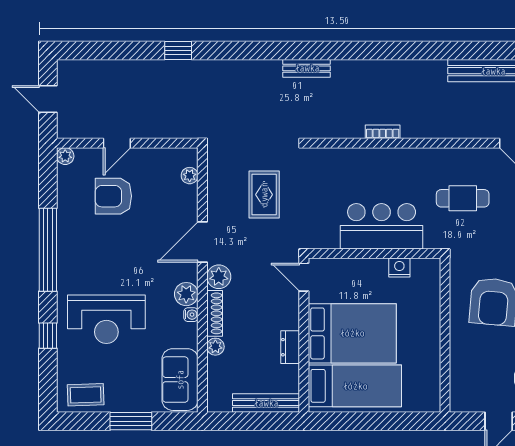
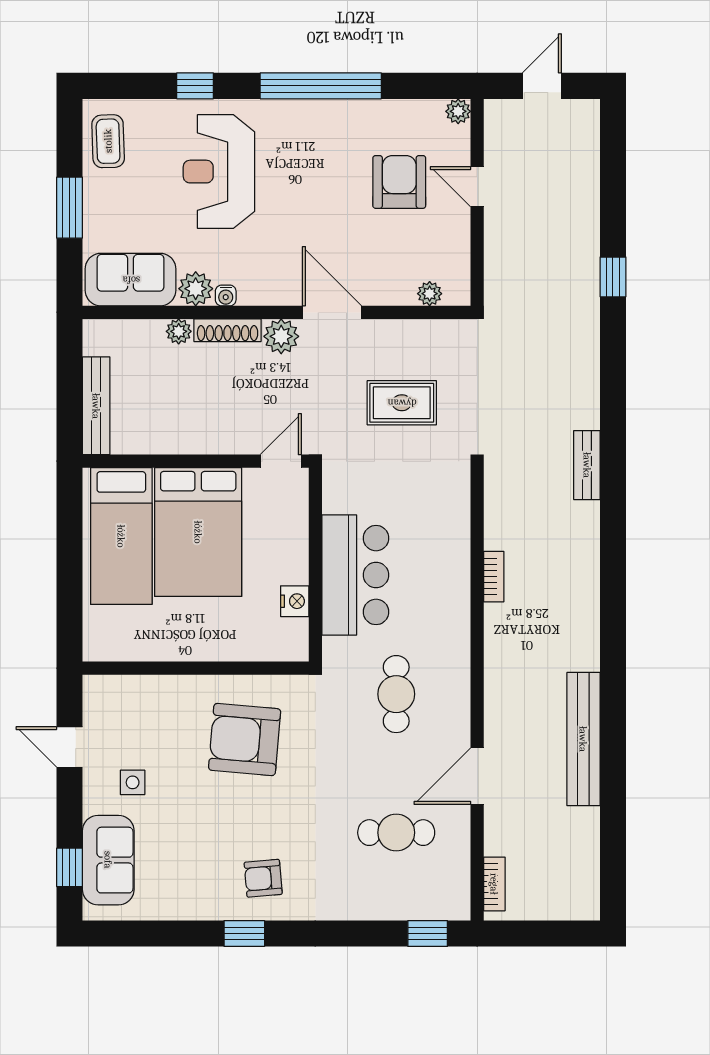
plant: (186, 294) -> (196, 289), moved
dresser: (290, 347) -> (178, 441), removed

